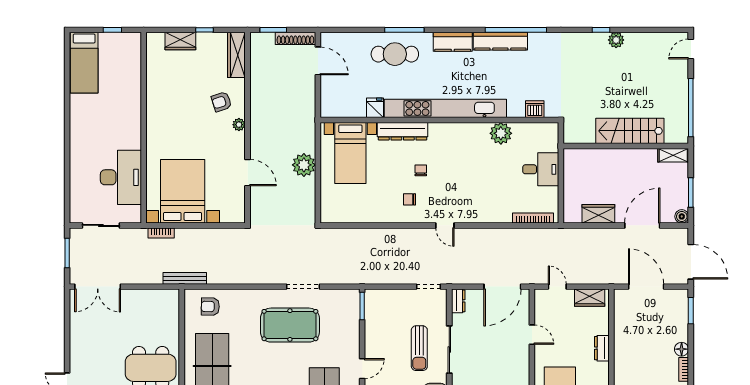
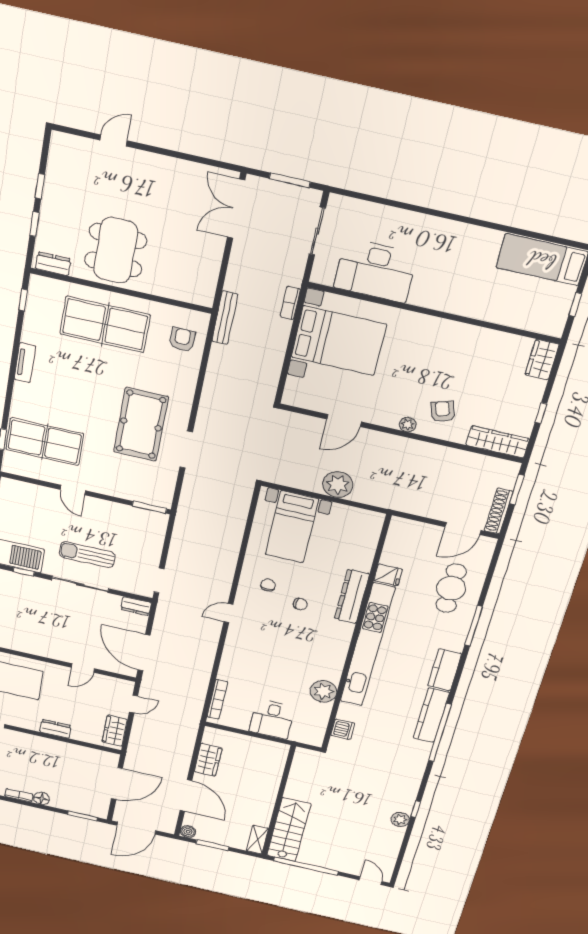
wardrobe: (180, 41) -> (542, 360), moved
cafe table: (395, 54) -> (451, 588), moved
stairs: (630, 131) -> (289, 830), moved
bed with nightstands: (350, 153) -> (292, 527), moved, turned -90

